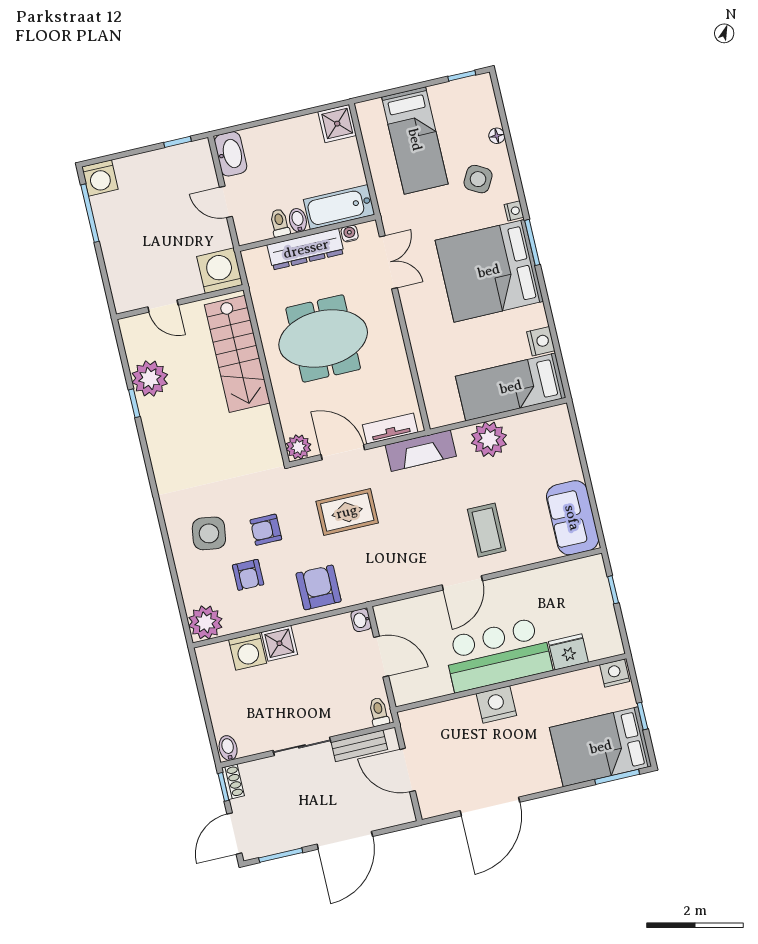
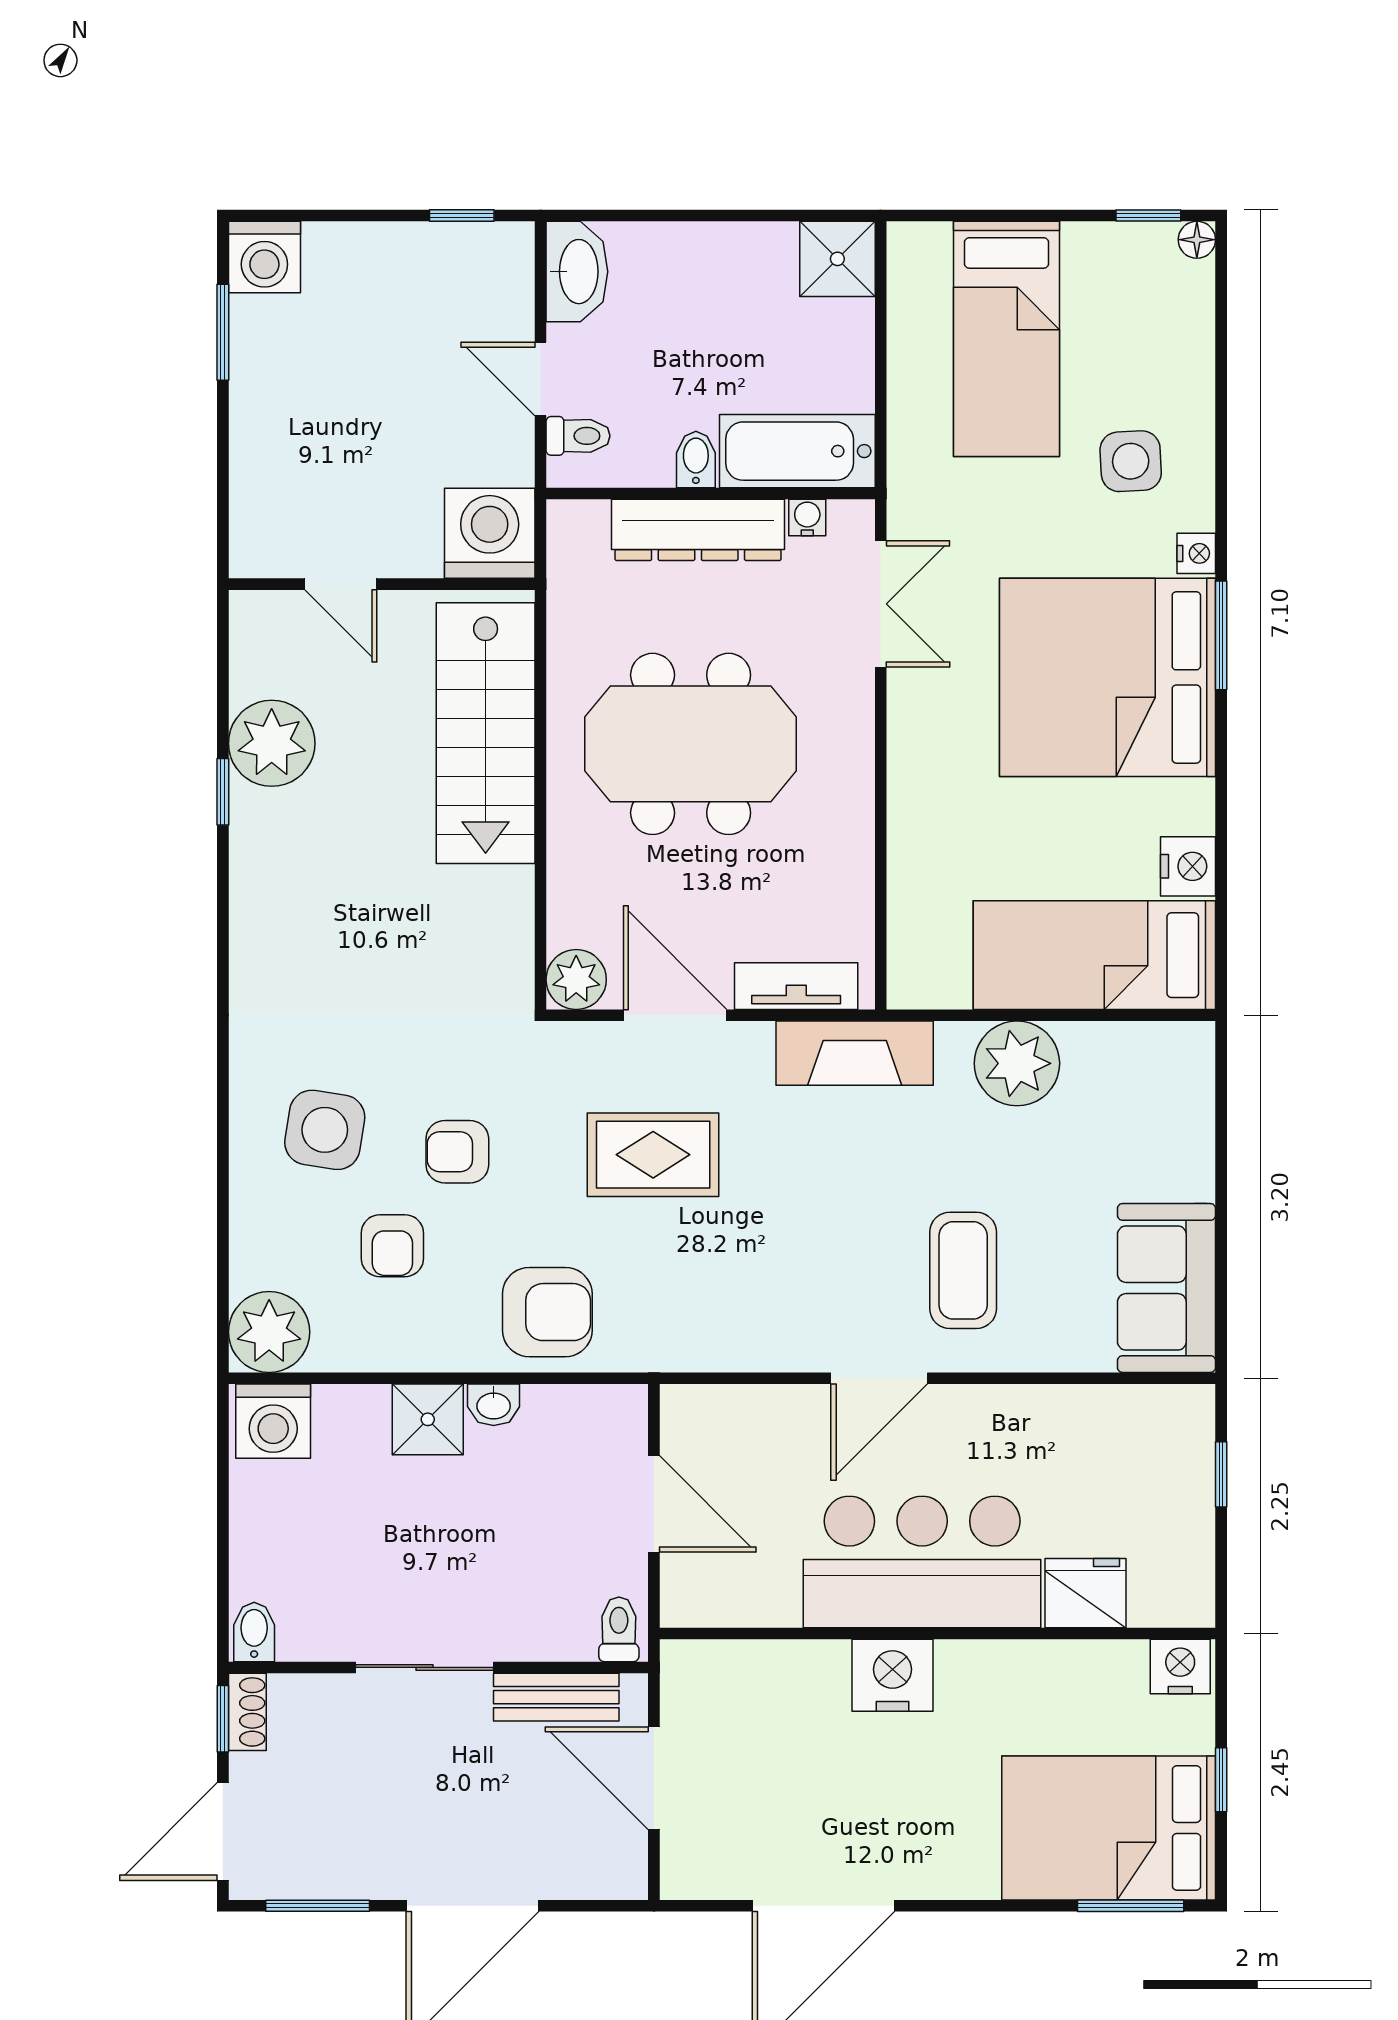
floor lamp: (497, 136) -> (1197, 240), moved
side table: (478, 179) -> (1131, 461), turned -32
window: (90, 213) -> (223, 332), width x0.69
toilet: (280, 223) -> (578, 436), moved, turned 90
armchair: (319, 587) -> (547, 1312), turned 90
washbasin: (361, 620) -> (494, 1405), moved, turned -90
washing machine: (248, 651) -> (273, 1421), moved

